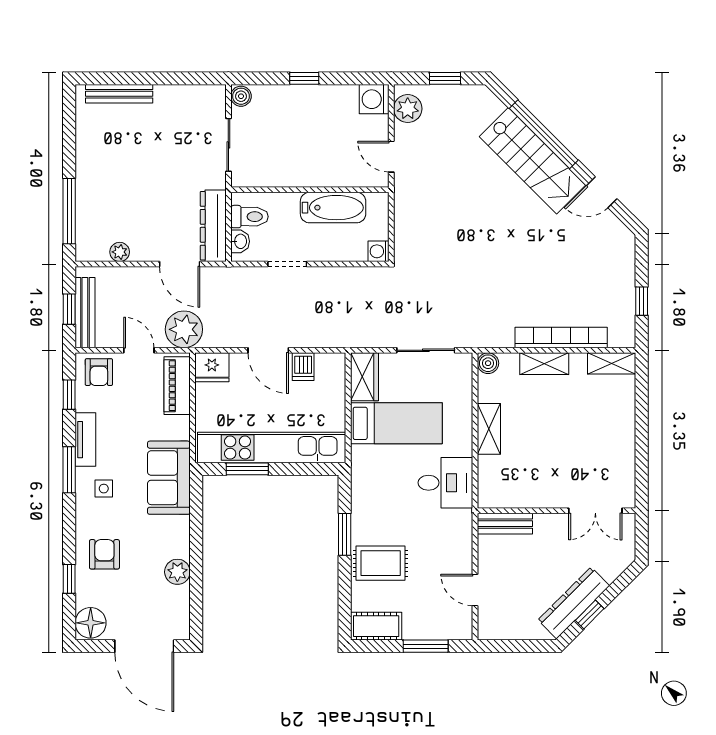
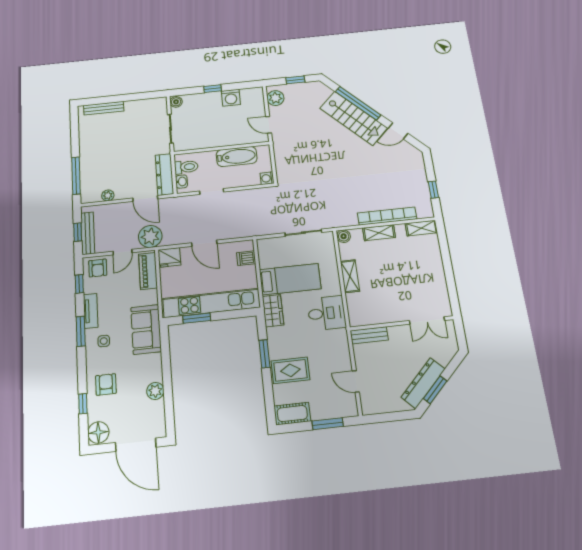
washing machine: (374, 99) -> (231, 98), moved, turned -90
door: (139, 350) -> (123, 252), swing flipped
dishwasher: (303, 367) -> (246, 258), moved, turned 90
wardrobe: (365, 377) -> (273, 311), moved
window: (590, 615) -> (435, 390), width x1.50

